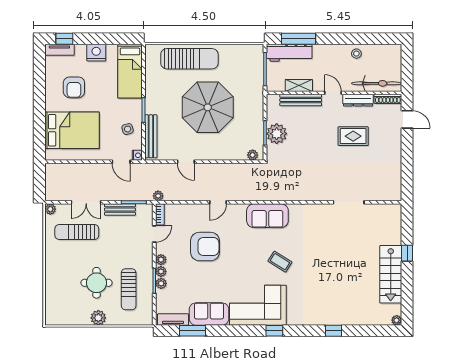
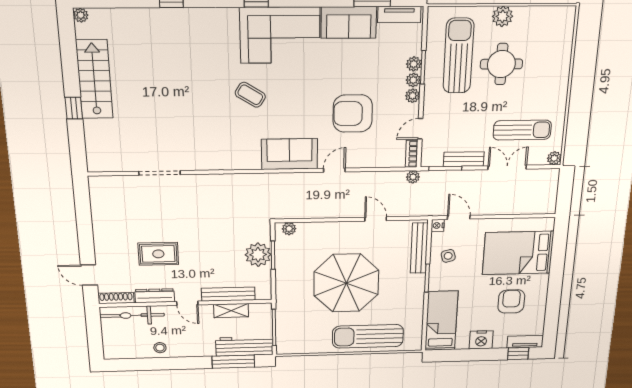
sofa: (267, 216) -> (290, 154), moved
sun lounger: (129, 289) -> (458, 56), width x1.36, depth x1.34

